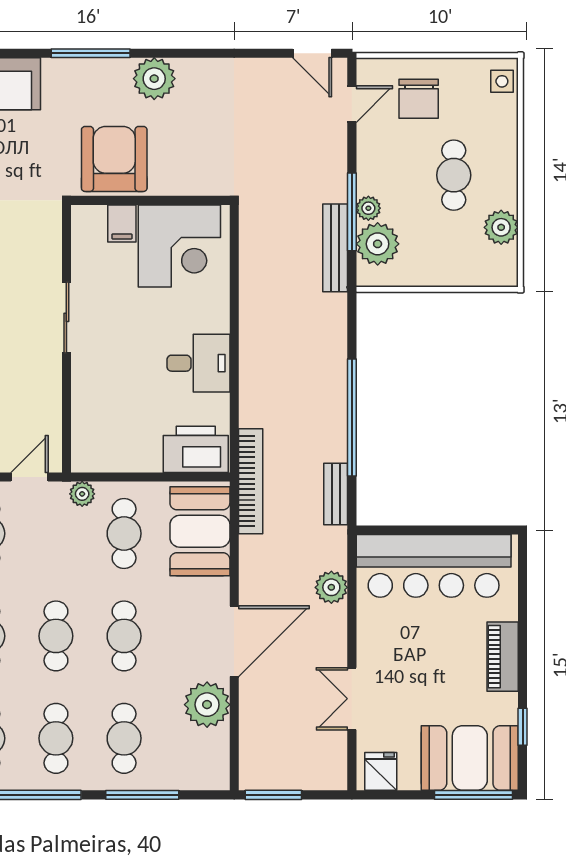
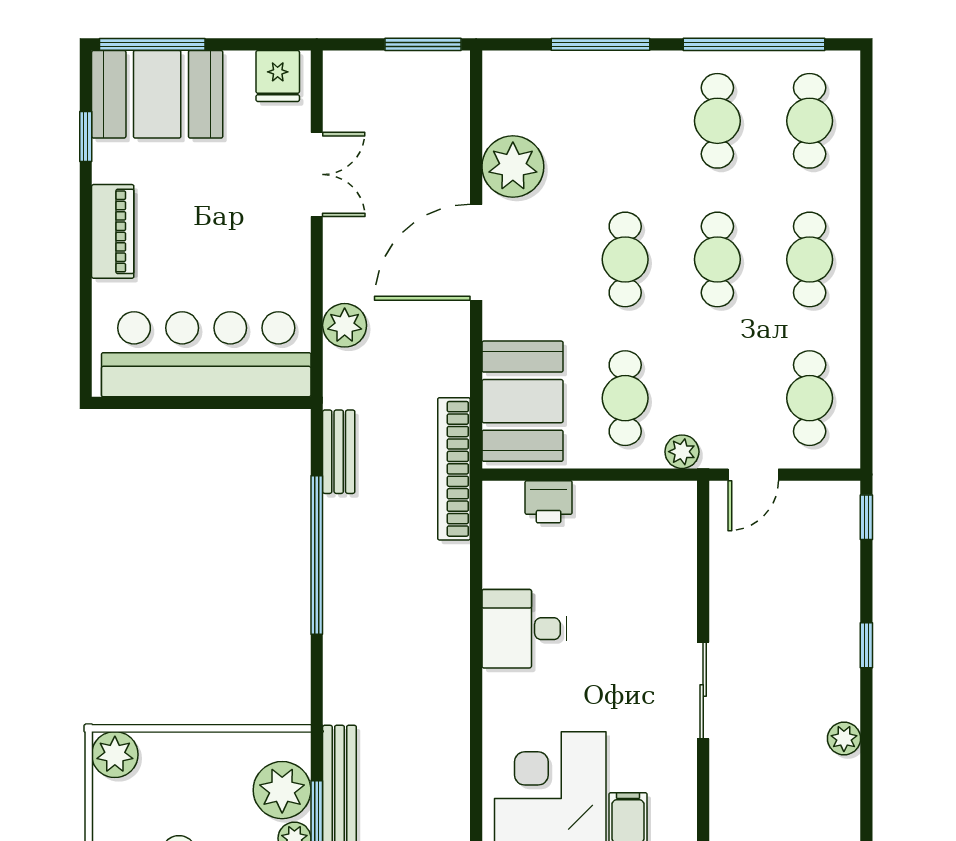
plant: (501, 227) -> (115, 755), moved
printer: (196, 449) -> (549, 502), width x0.53, depth x0.68
cafe table: (124, 738) -> (625, 121), removed

